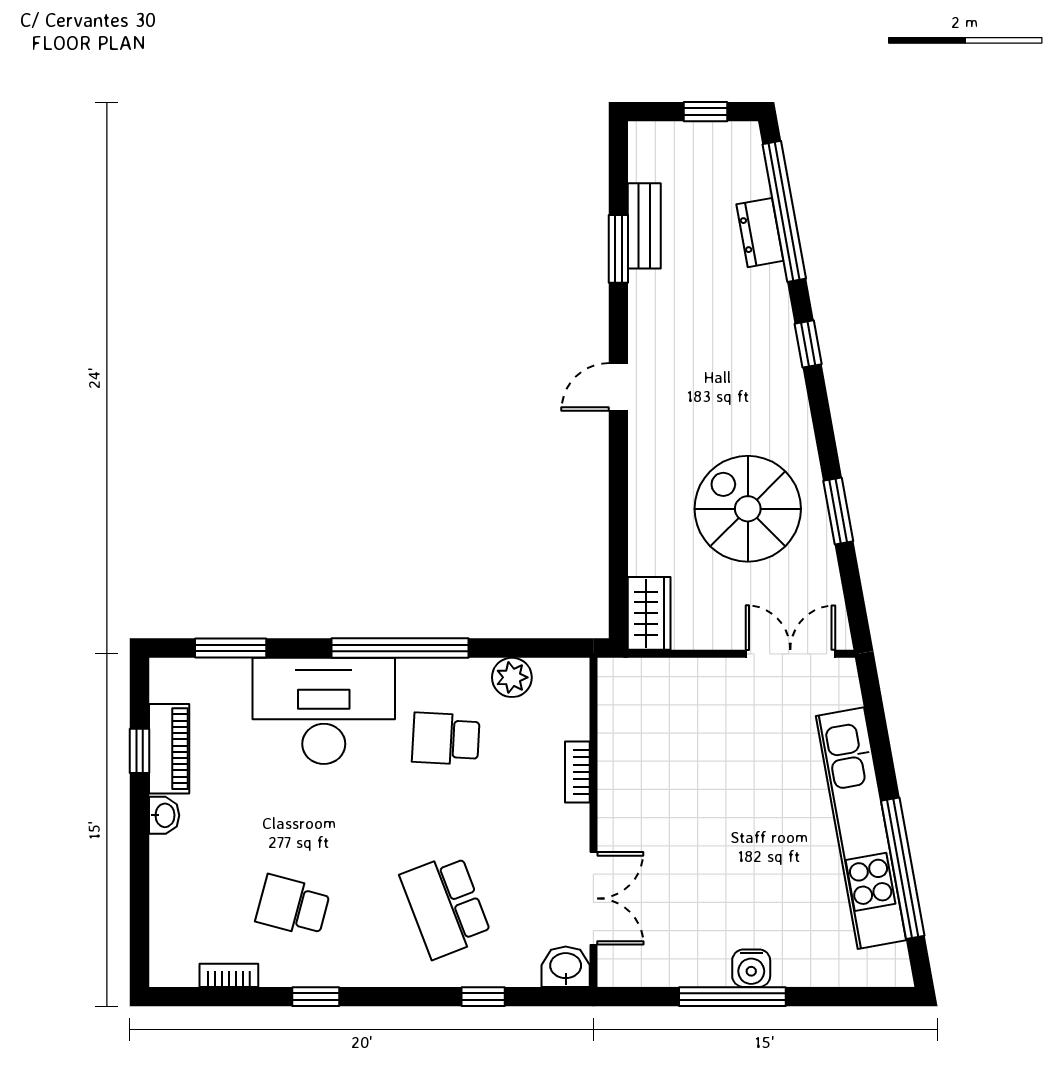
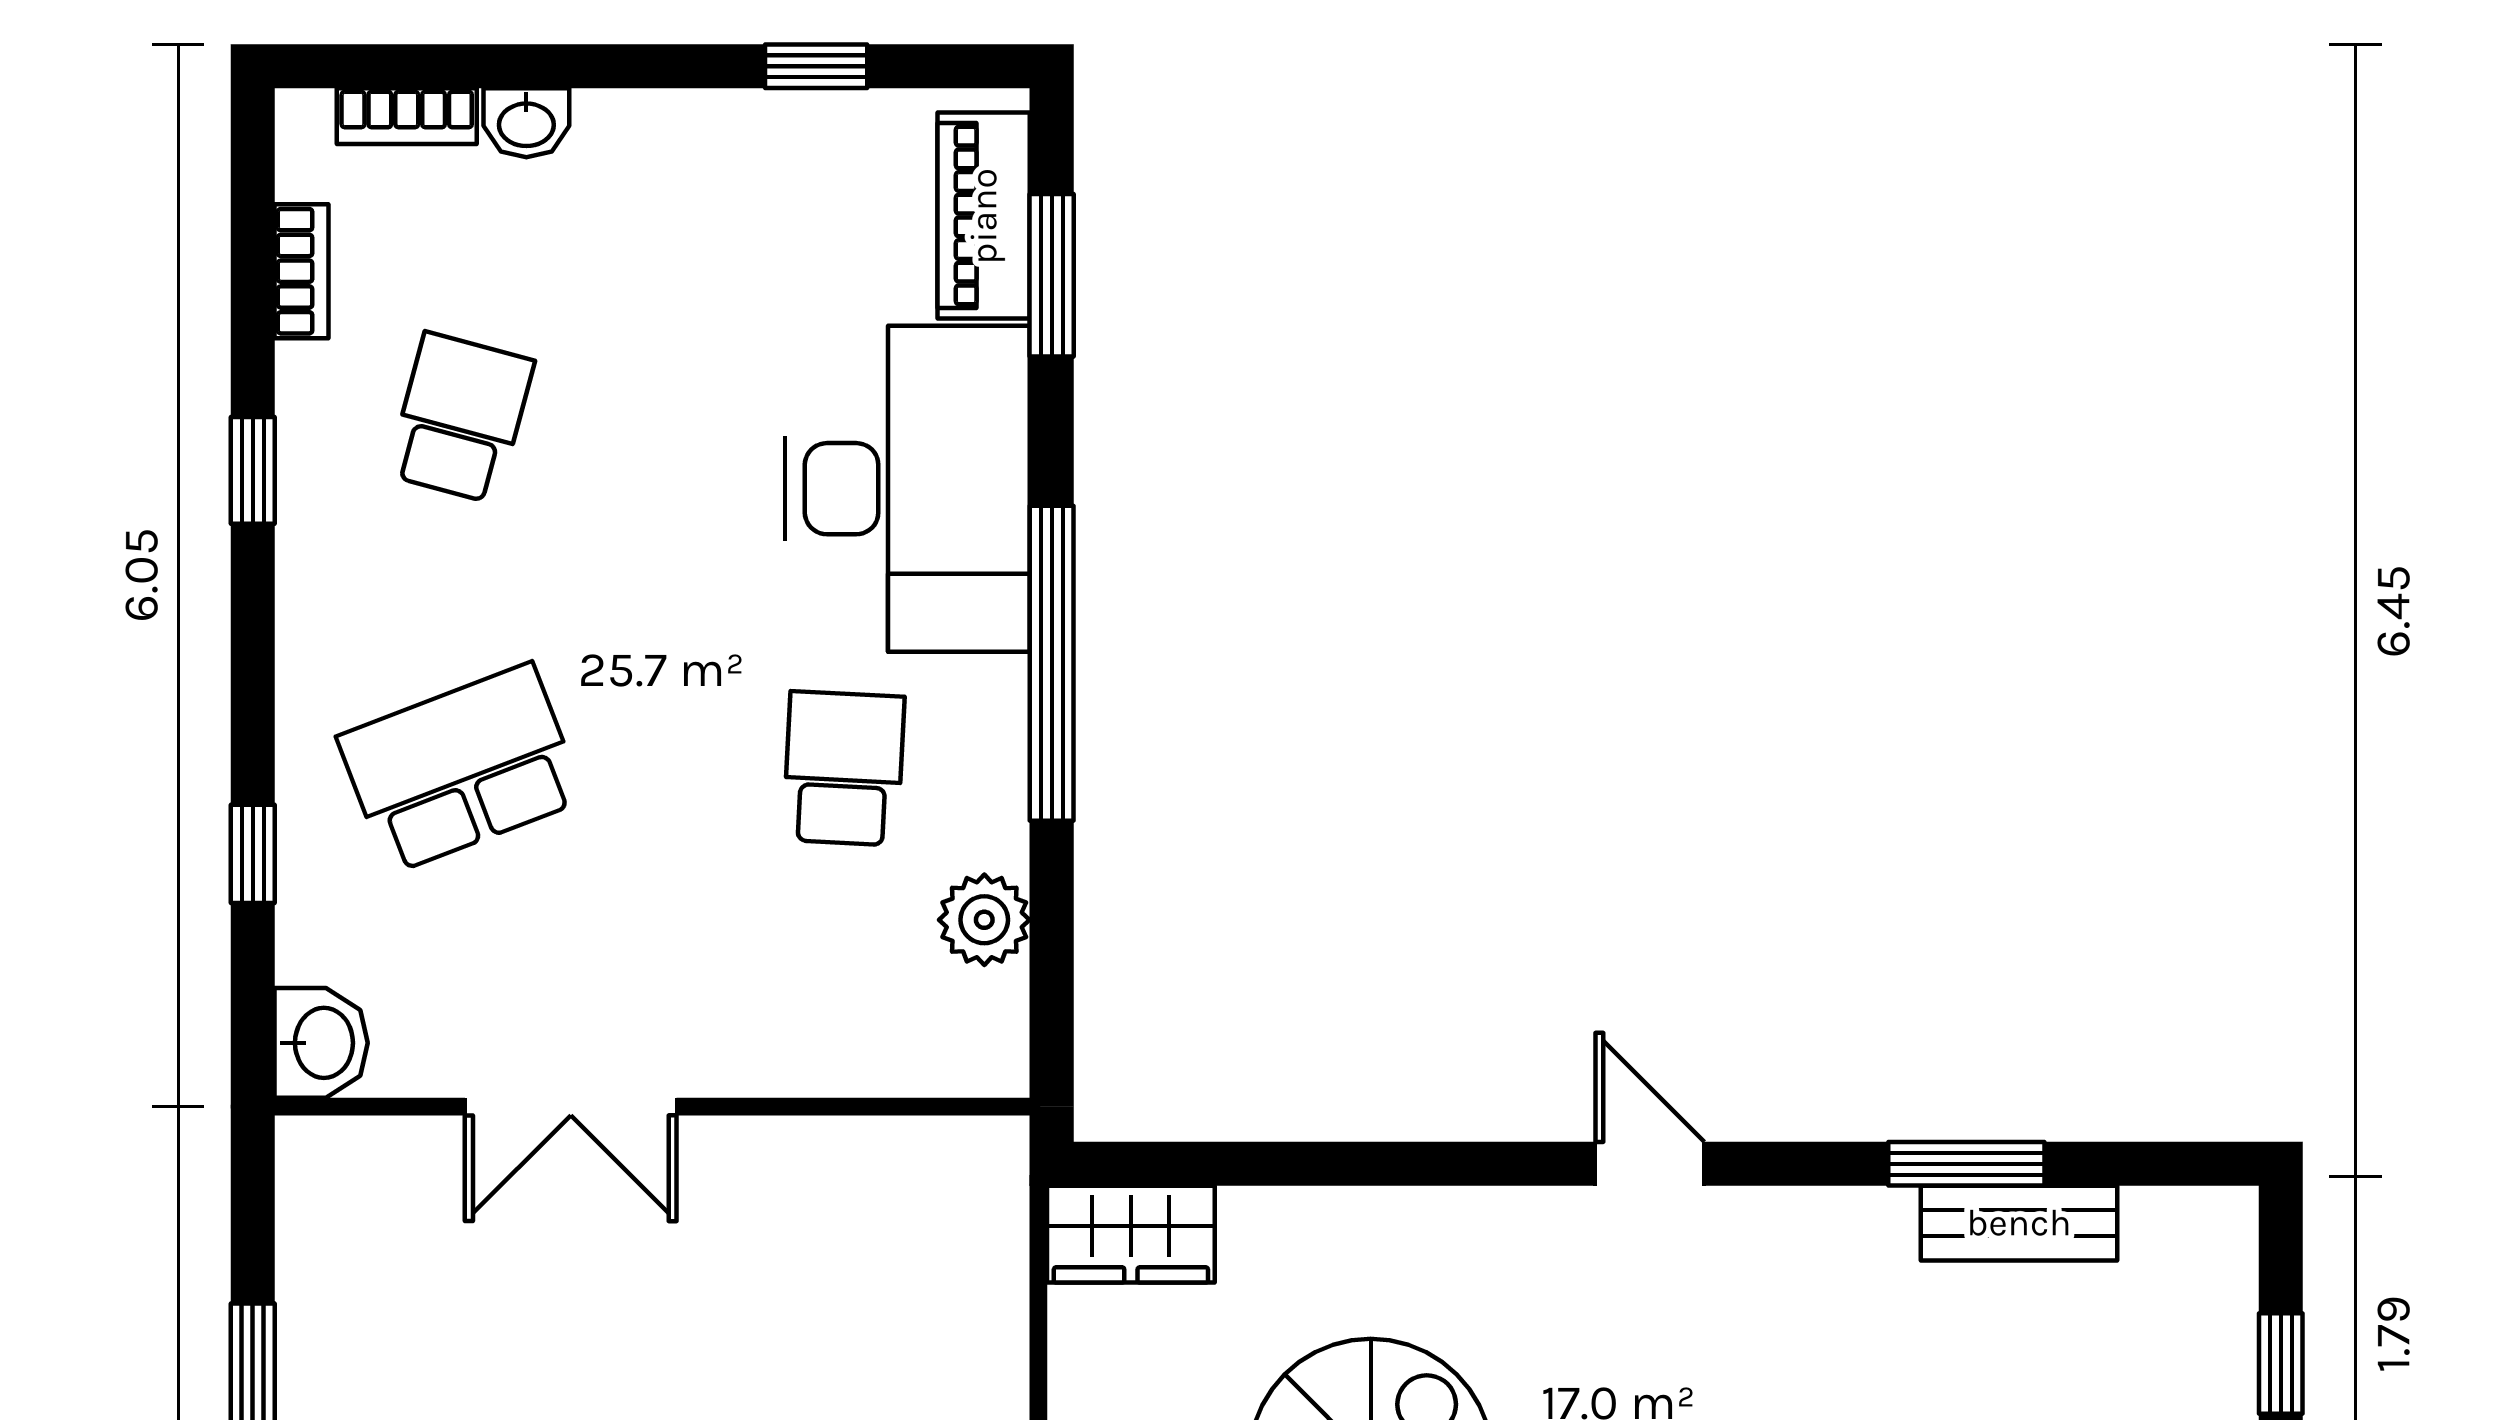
piano: (169, 749) -> (984, 216), moved, turned 90
bookcase: (577, 772) -> (407, 116), moved, turned 180
washbasin: (164, 815) -> (526, 123), moved
double door: (593, 898) -> (571, 1107), moved

